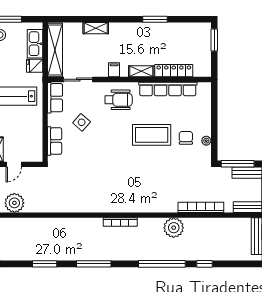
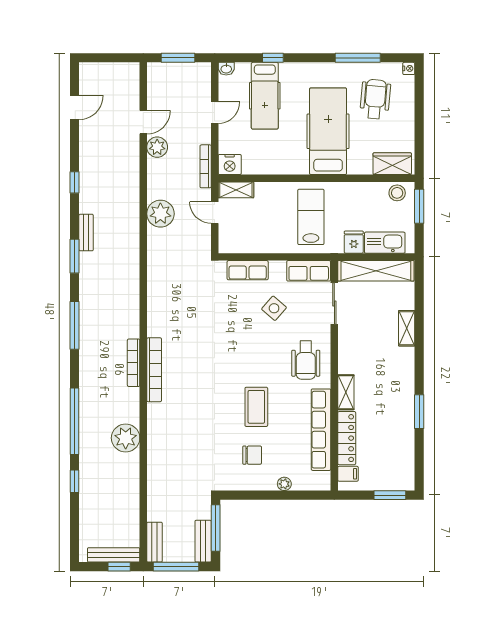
filing cabinet: (114, 70) -> (348, 474), moved
coffee table: (152, 135) -> (256, 407), width x0.73, depth x0.76
plant: (206, 141) -> (284, 484), moved
bookcase: (201, 207) -> (154, 370), moved
bench: (28, 256) -> (86, 233), added

